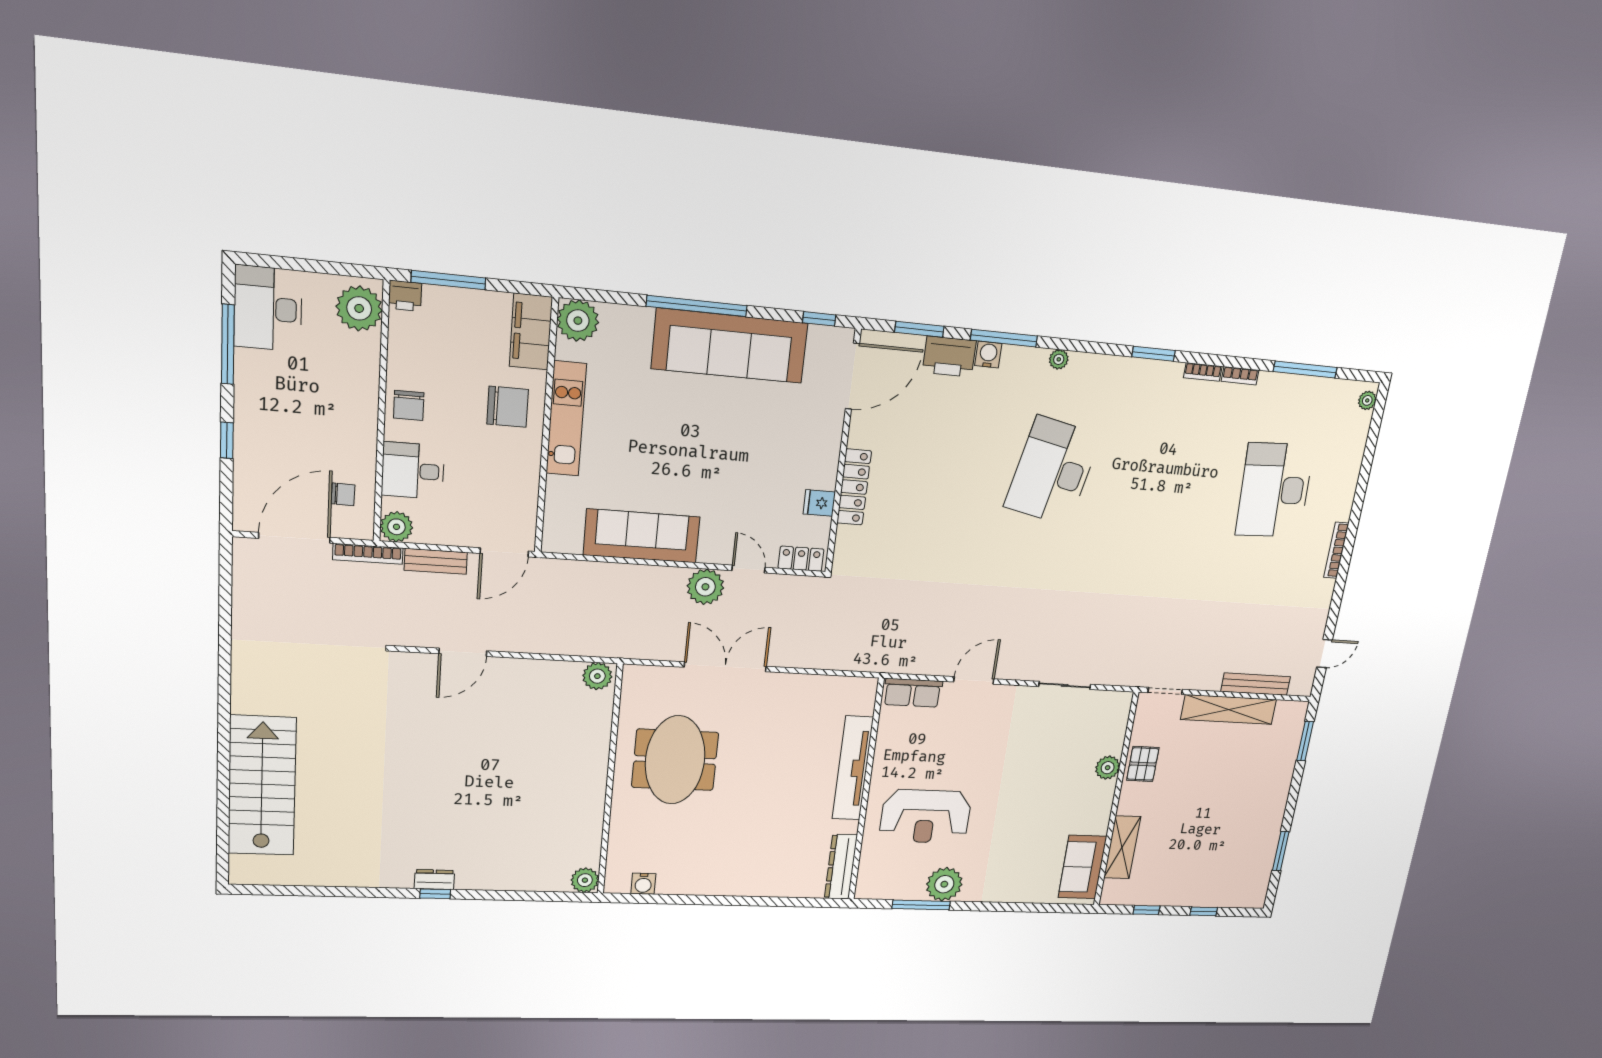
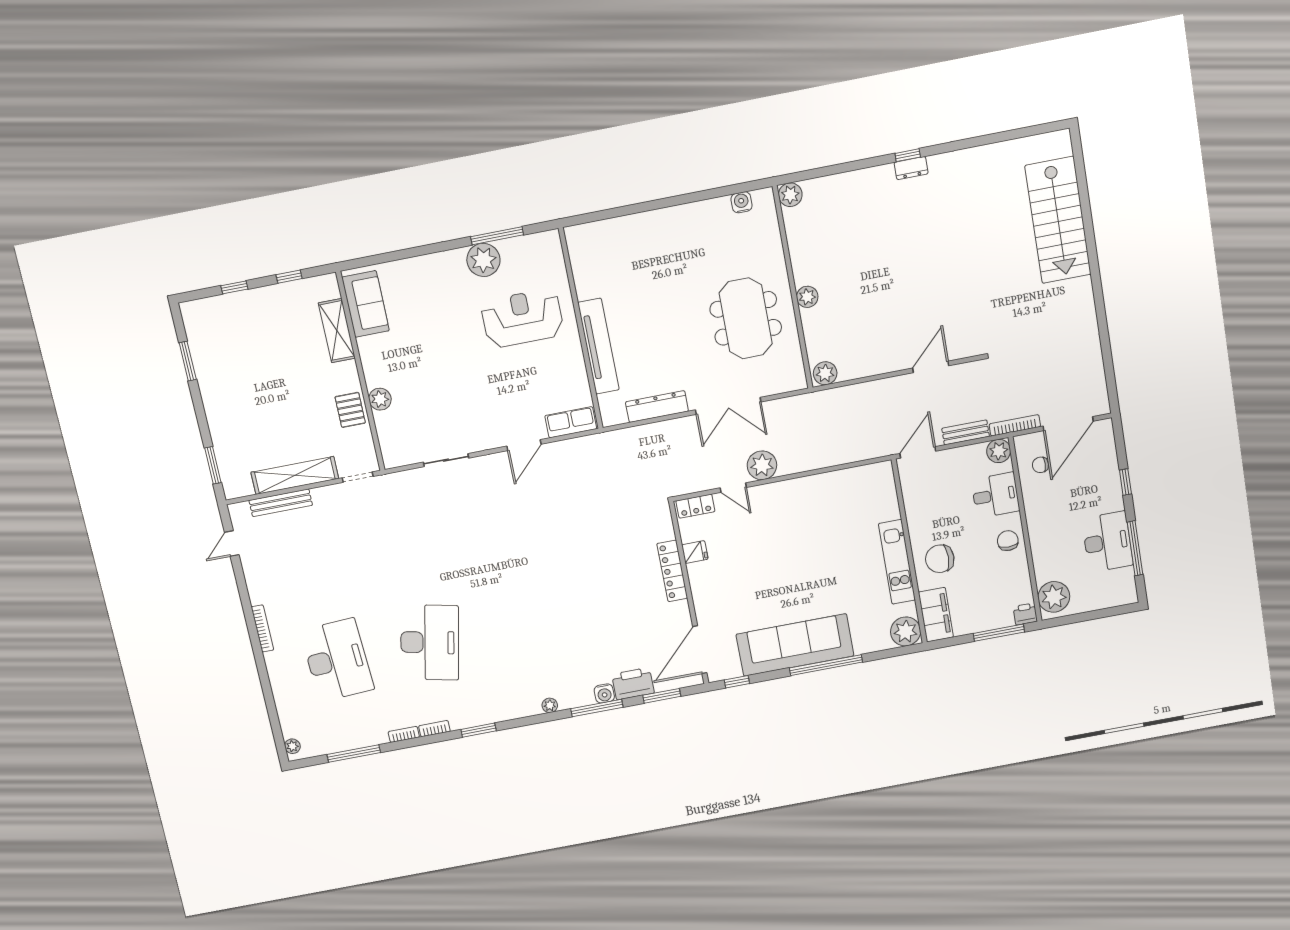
desk: (268, 309) -> (1107, 542), moved
desk: (1053, 471) -> (430, 642), moved
sofa: (642, 536) -> (821, 491), removed
plant: (595, 767) -> (807, 297), added
dresser: (841, 867) -> (657, 407), moved, turned -90

